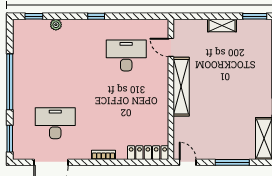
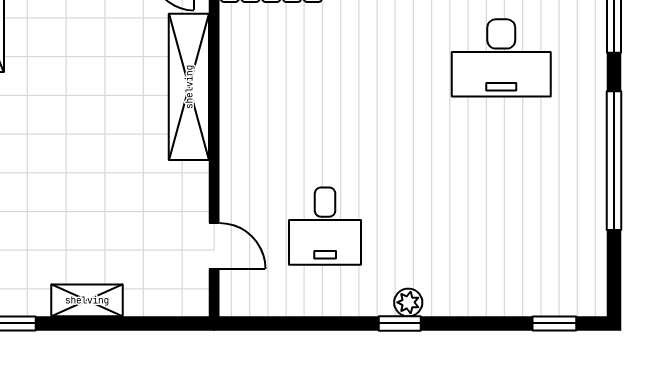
plant: (56, 25) -> (408, 302), moved
desk: (126, 55) -> (325, 226), width x0.73
shelving: (181, 87) -> (189, 87), moved

